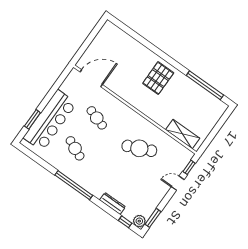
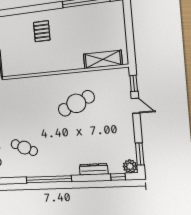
pallet: (158, 78) -> (42, 31), width x0.67, depth x0.71
cafe table: (97, 118) -> (21, 108), removed
door: (178, 183) -> (136, 106), swing flipped

